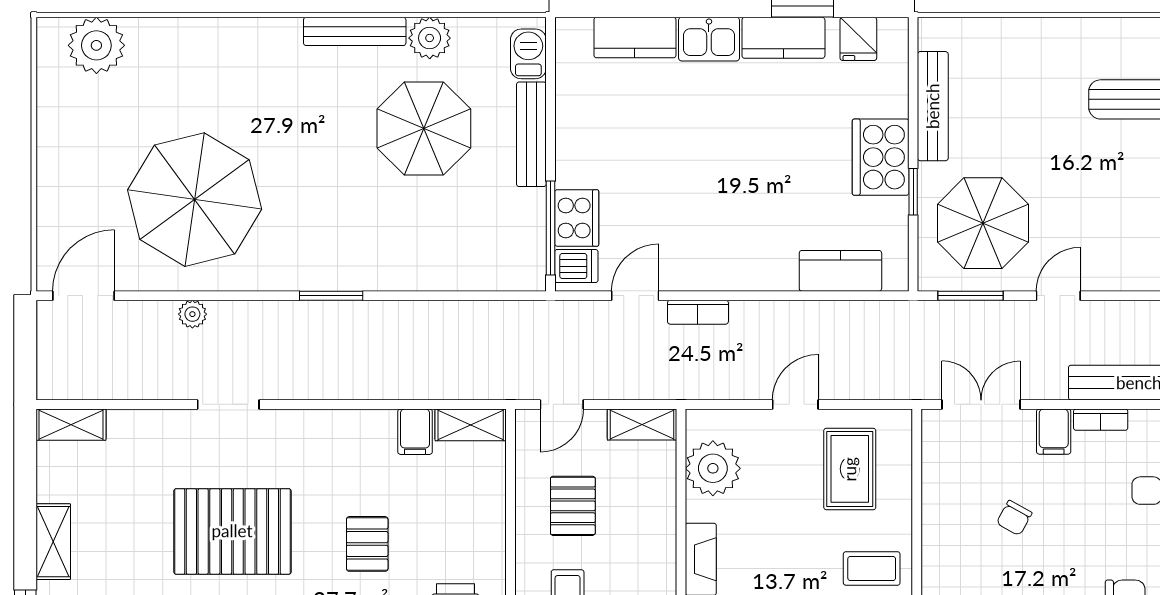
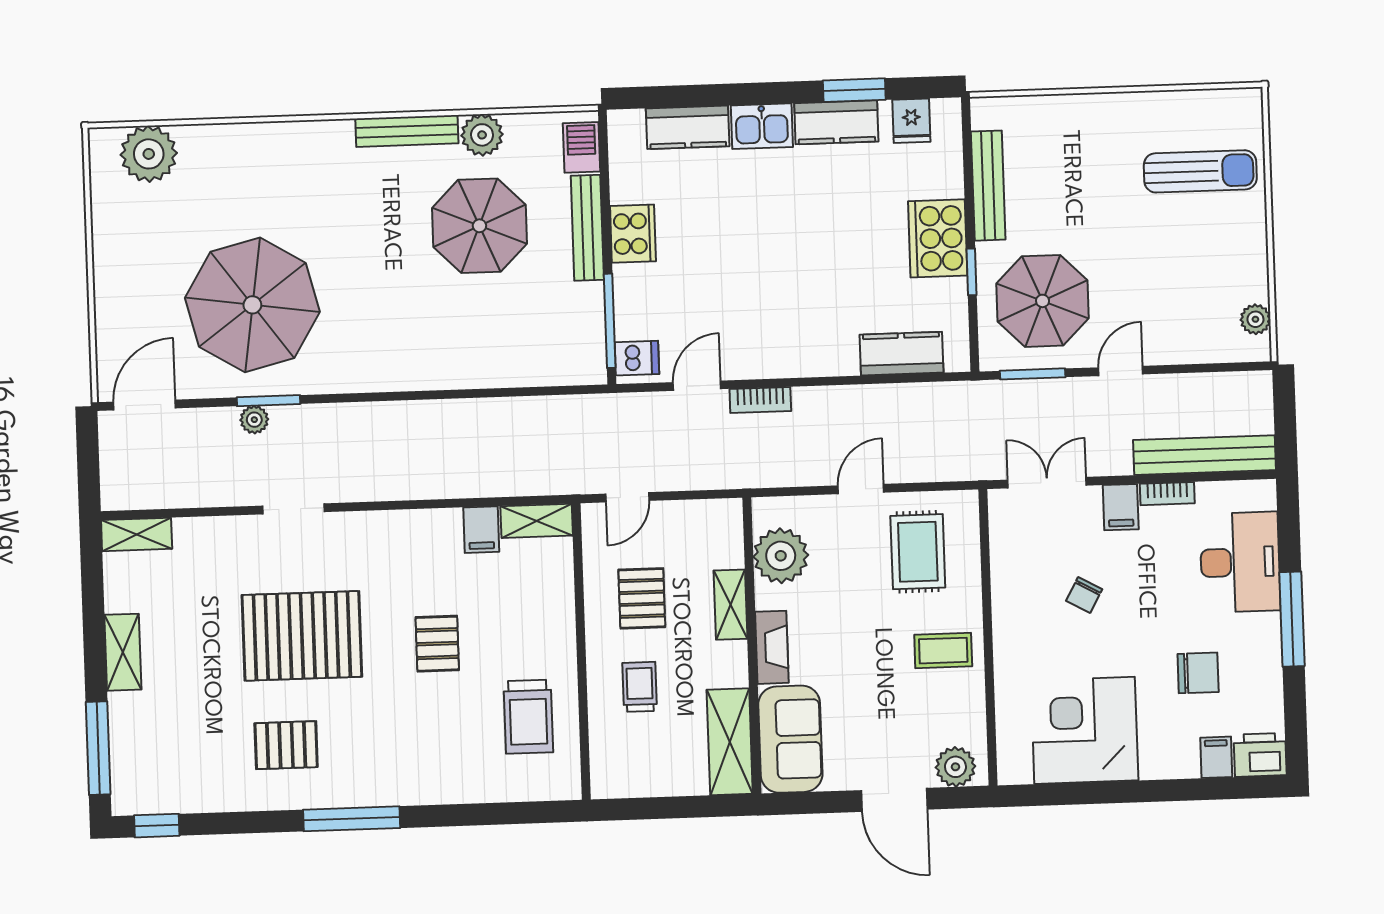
cooker: (577, 218) -> (633, 234), moved
window: (331, 296) -> (268, 401), moved
shelving: (642, 424) -> (730, 605), moved, turned 90

